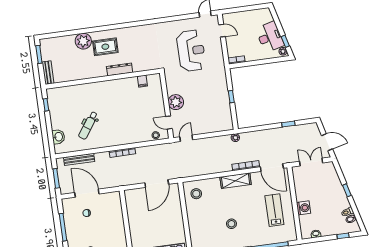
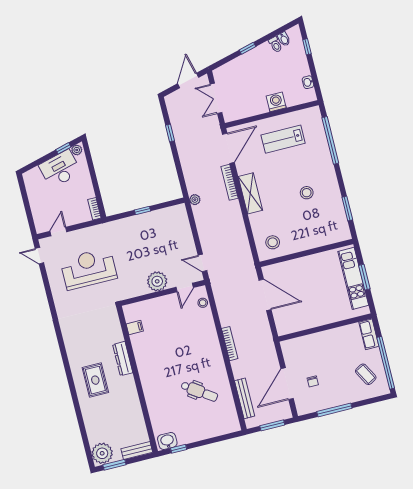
plant: (83, 41) -> (102, 453), moved
washbasin: (58, 137) -> (167, 441), moved

